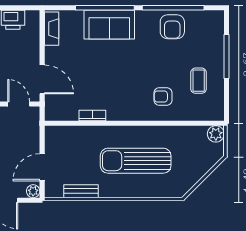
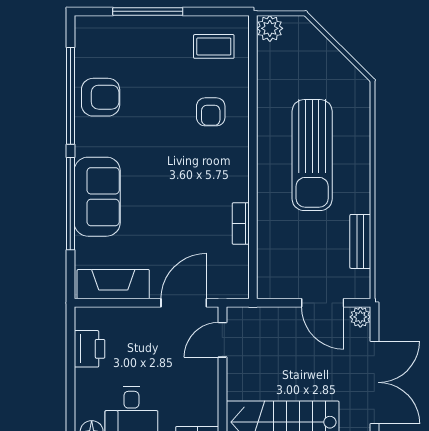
fireplace: (52, 29) -> (113, 284), width x1.37, depth x1.32
coffee table: (199, 81) -> (214, 46), moved

